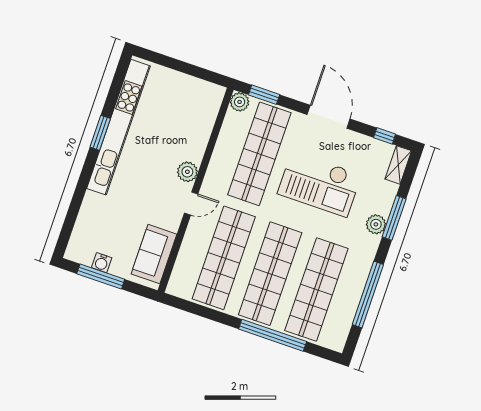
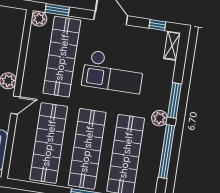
window: (394, 218) -> (174, 101), moved
plant: (376, 224) -> (159, 118), moved

